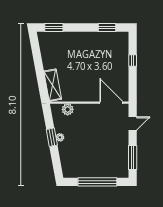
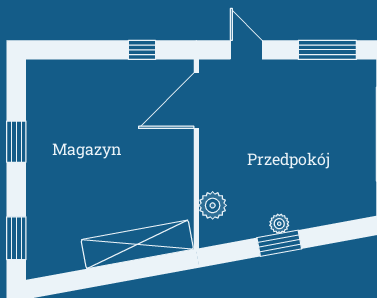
window: (107, 28) -> (16, 142), moved
window: (133, 60) -> (142, 50), moved
shelving: (53, 85) -> (137, 244), width x1.47

